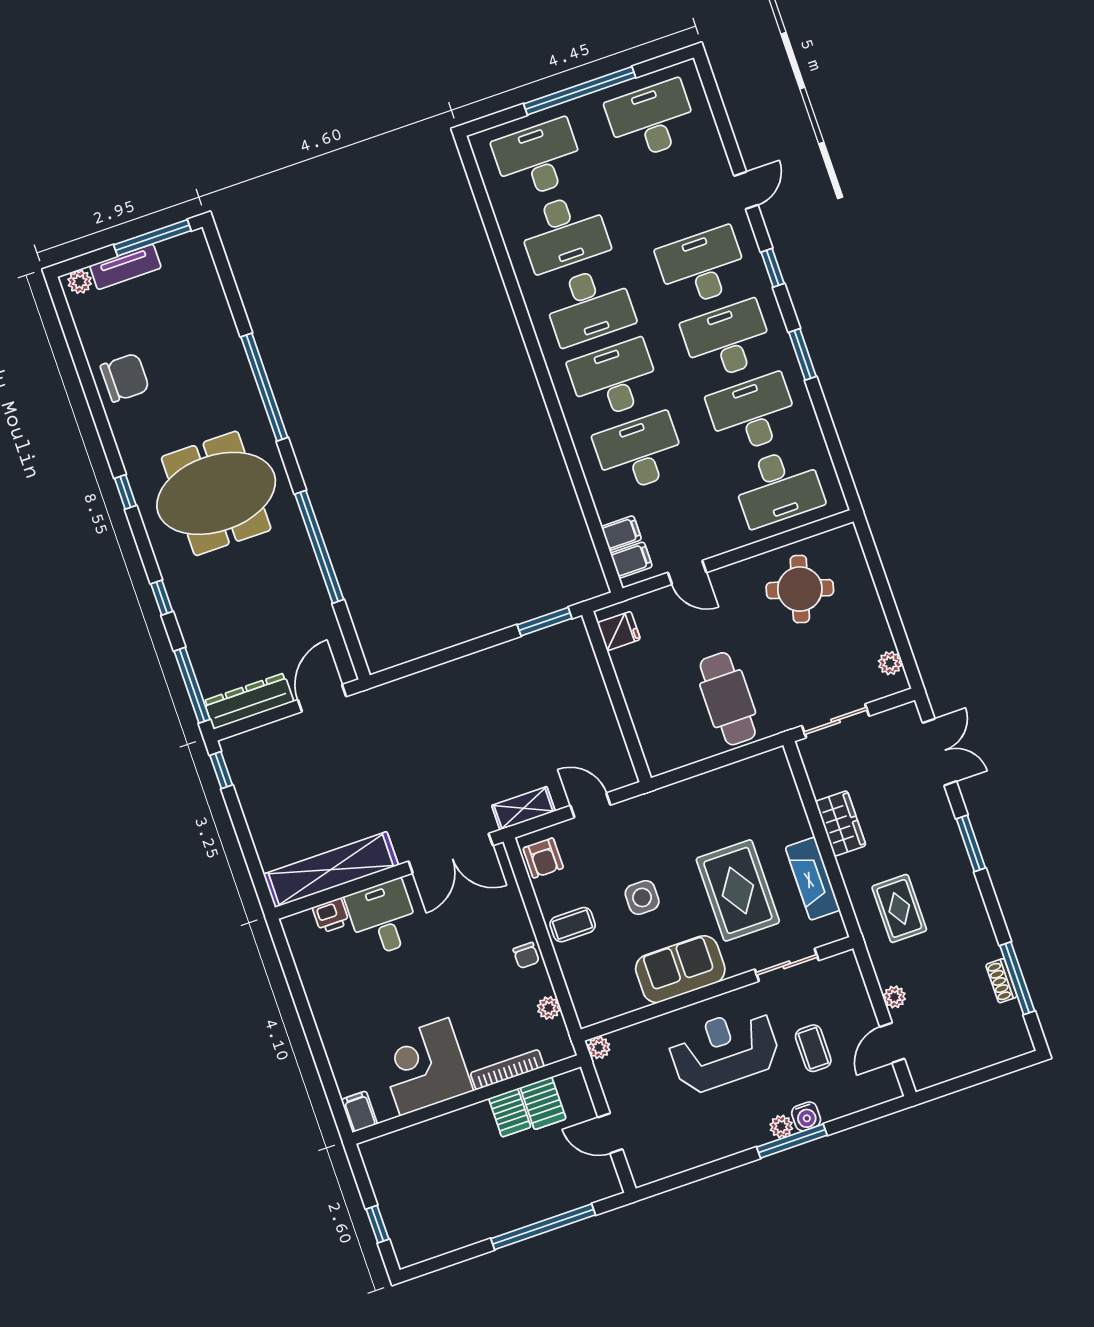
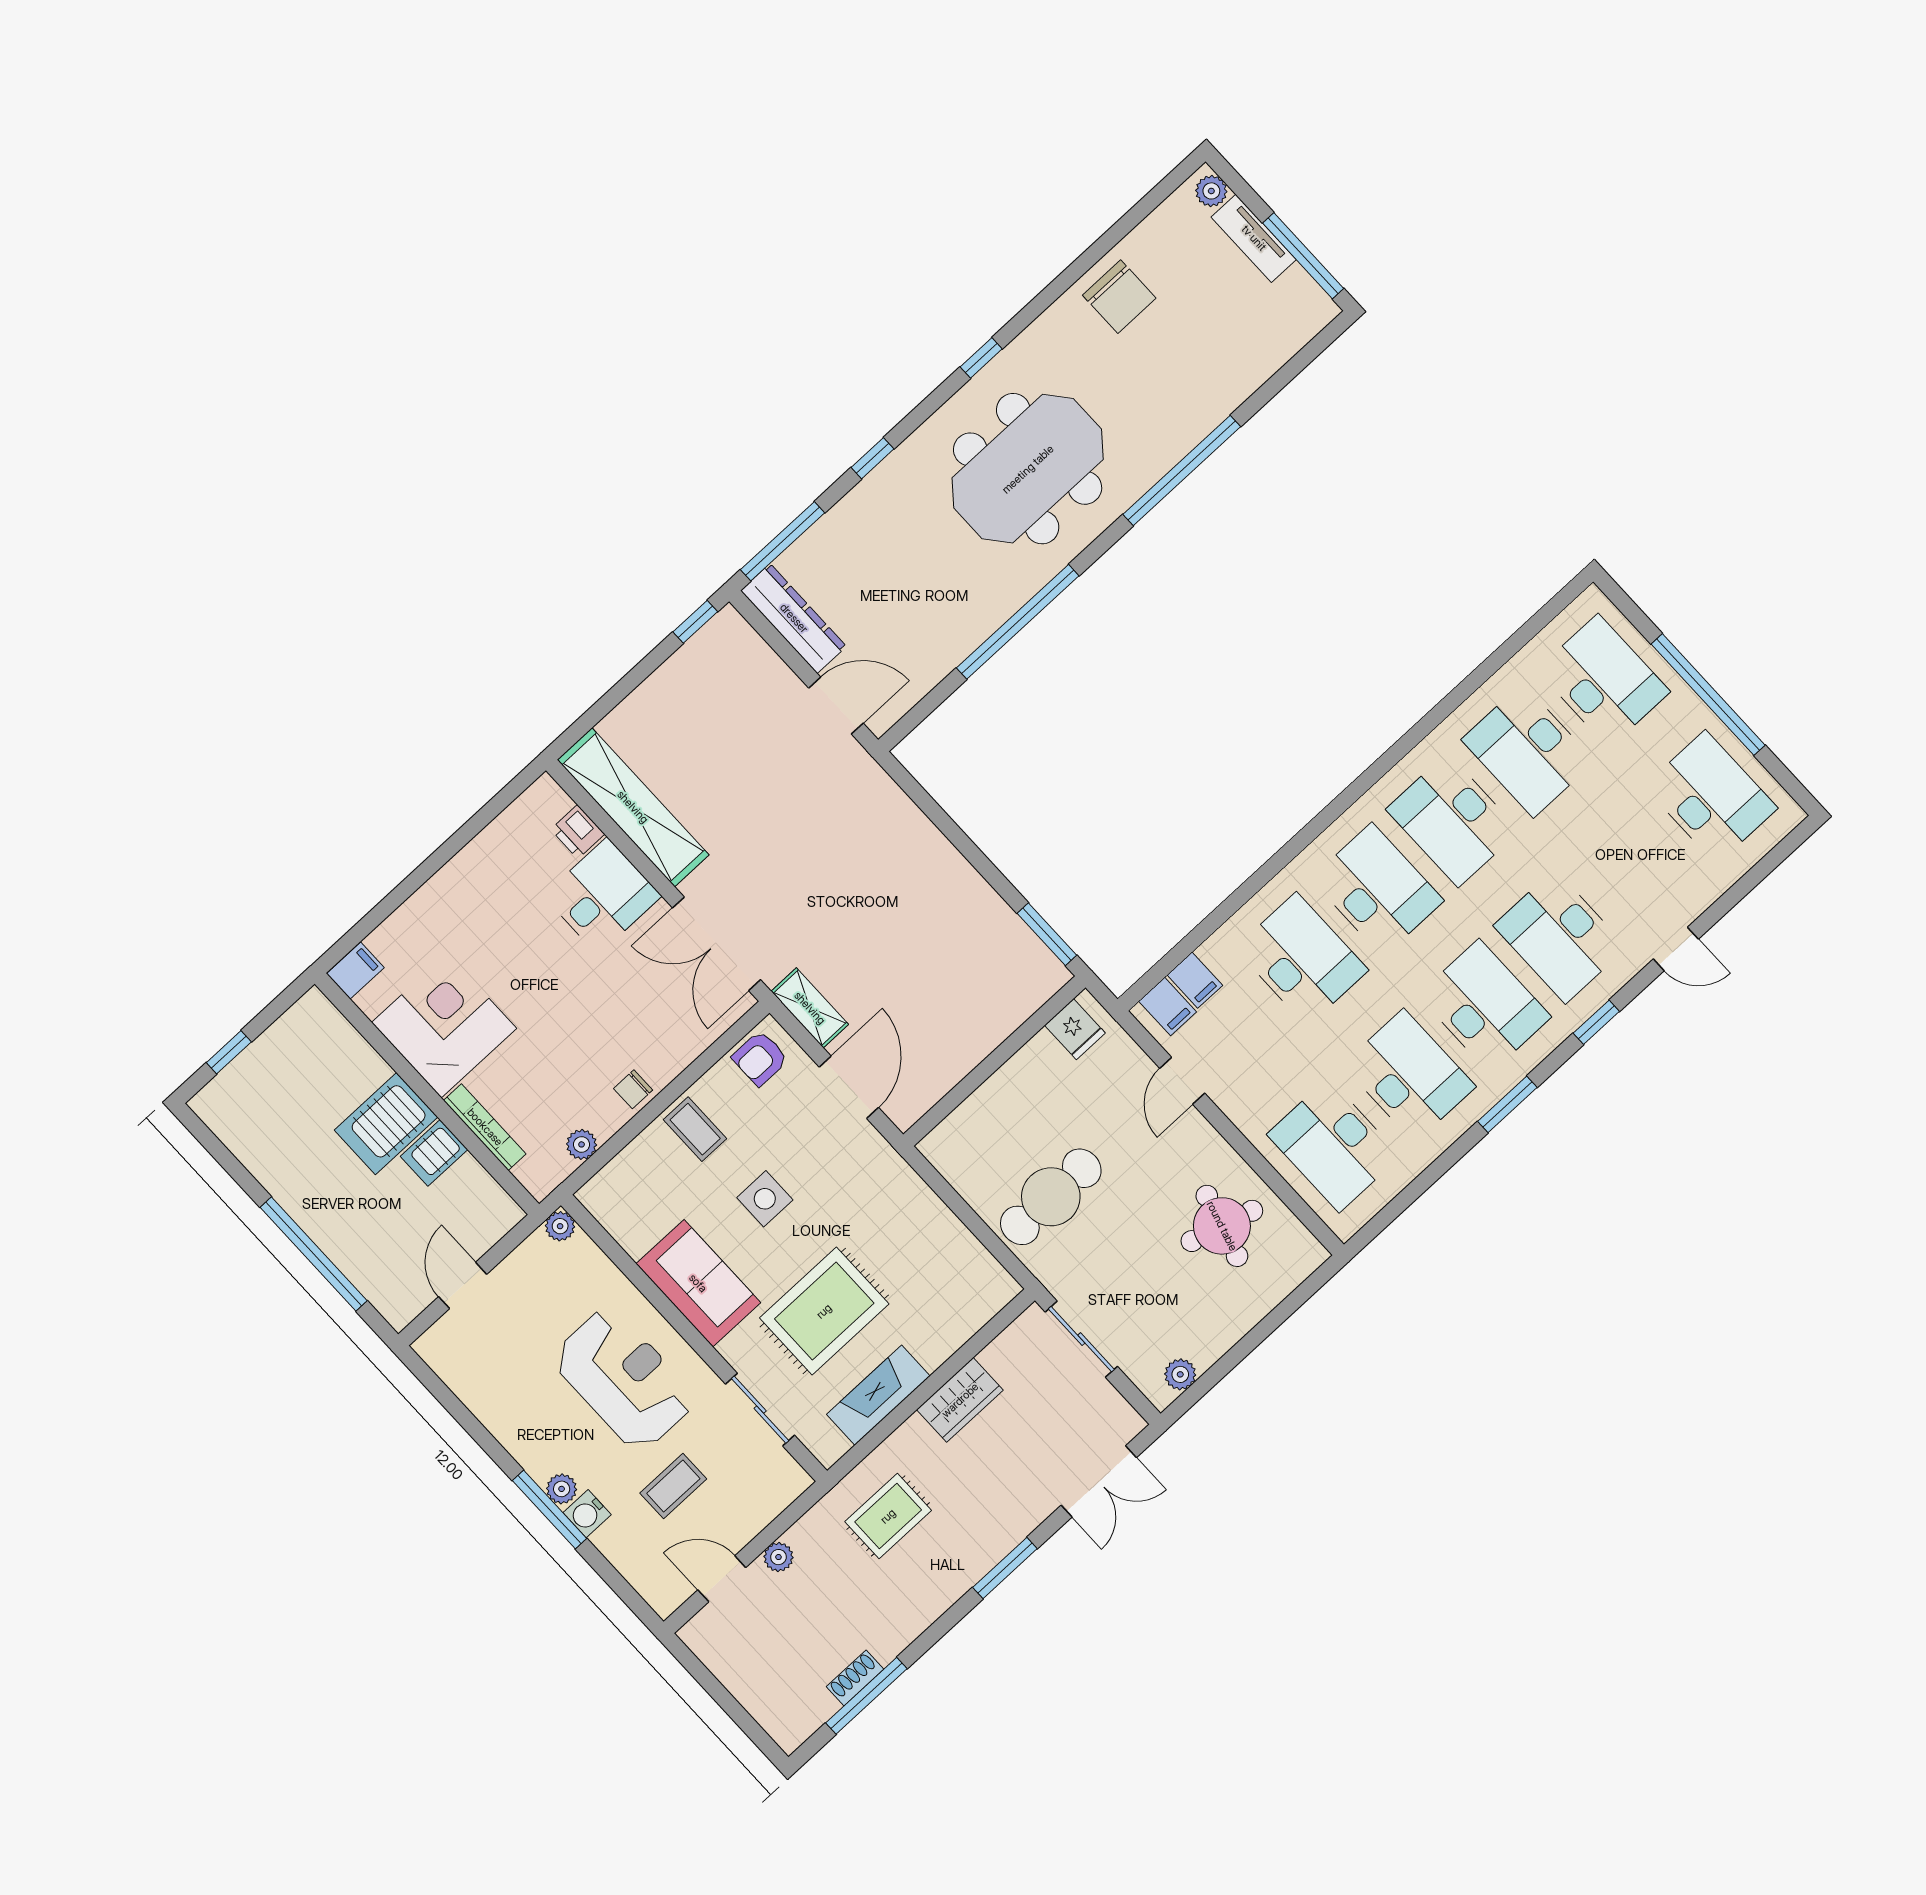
desk: (702, 267) -> (1560, 936), turned 180
meeting table: (216, 493) -> (1028, 469), turned 90
door: (590, 805) -> (849, 1087), width x1.38
server rack: (543, 1103) -> (386, 1124), moved, width x1.36, depth x1.44

